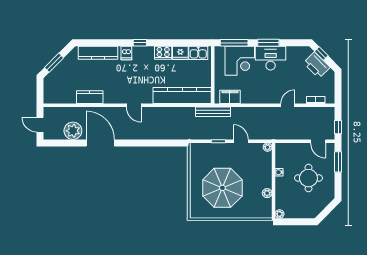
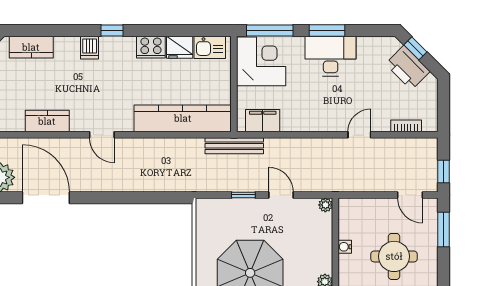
kitchen counter: (98, 53) -> (31, 47), width x0.67
corner desk: (240, 61) -> (261, 61), moved, turned -90
kitchen counter: (90, 97) -> (47, 121), moved

